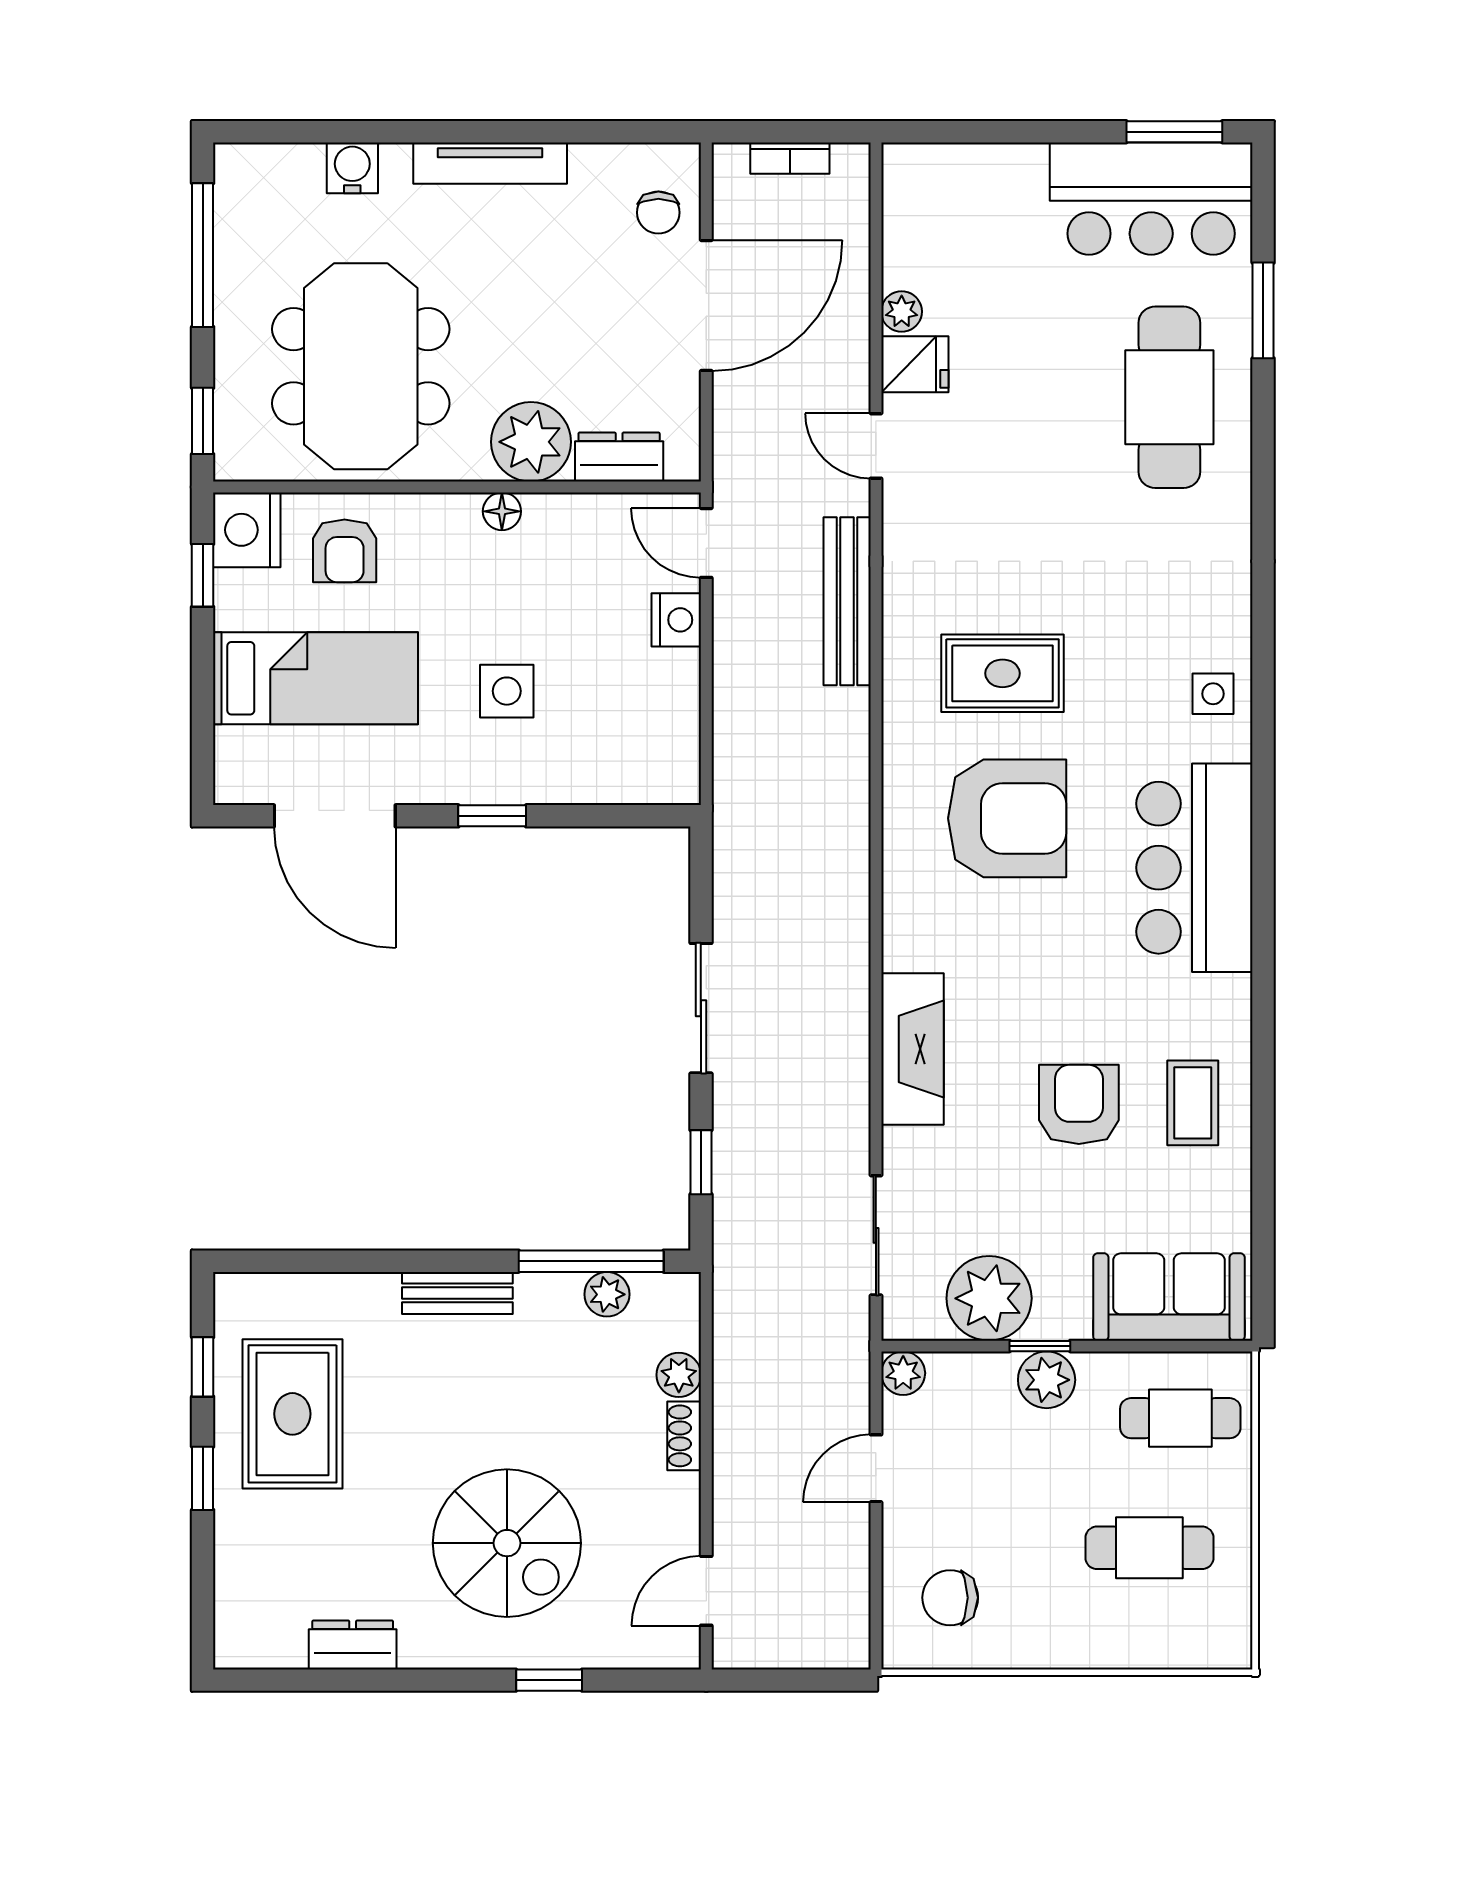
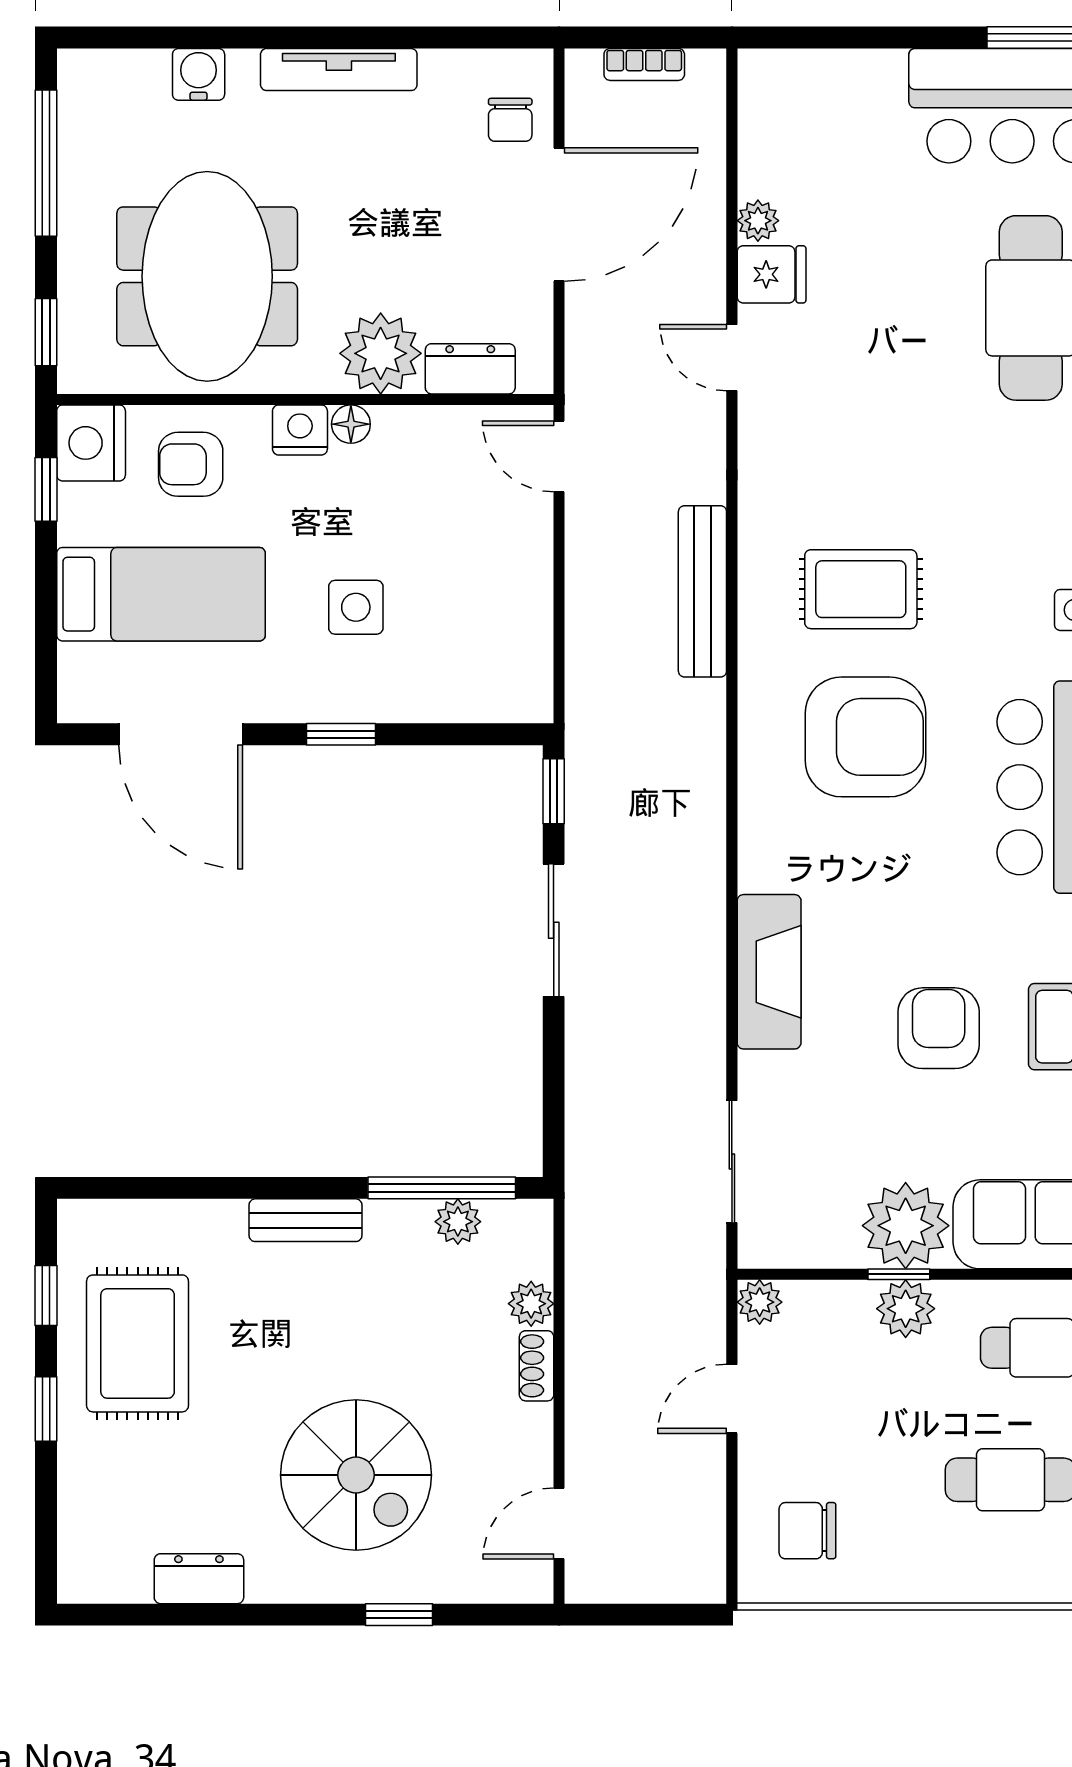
armchair: (345, 551) -> (191, 464), turned 90
bench: (847, 601) -> (702, 591), moved
nightstand: (676, 620) -> (300, 430), moved, turned -90
window: (701, 1162) -> (554, 791), moved
plant: (989, 1298) -> (906, 1226), moved

